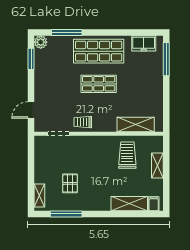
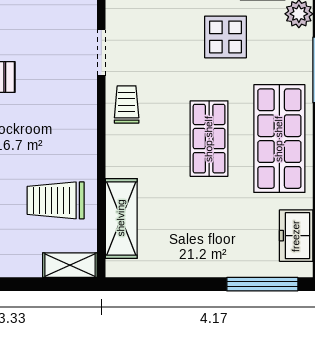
display table: (51, 76) -> (226, 37), added
trolley: (127, 155) -> (56, 200), turned 180
shelving: (157, 166) -> (70, 265), moved

